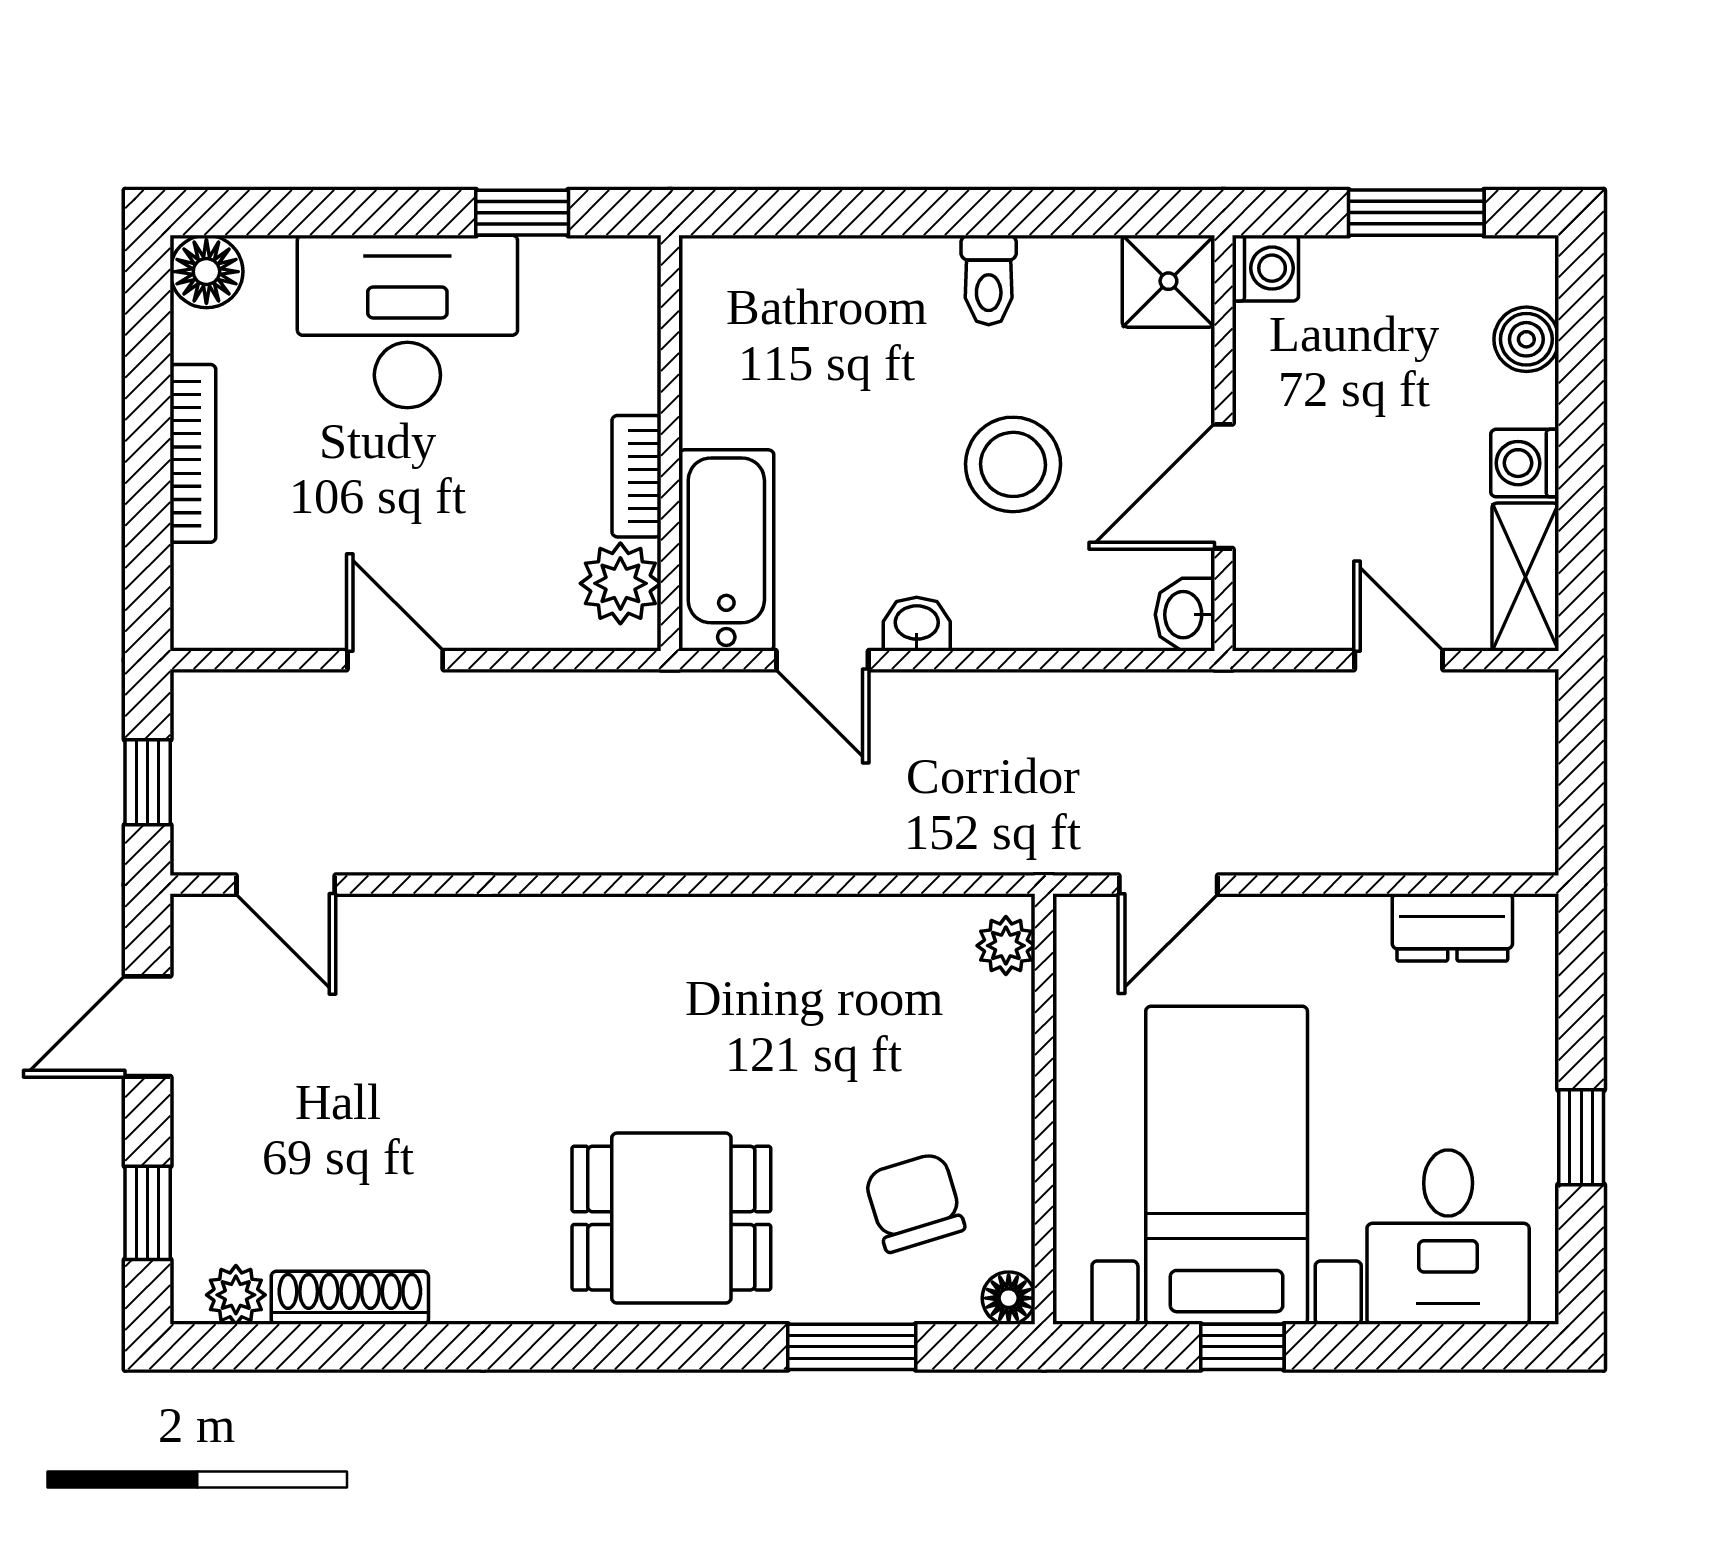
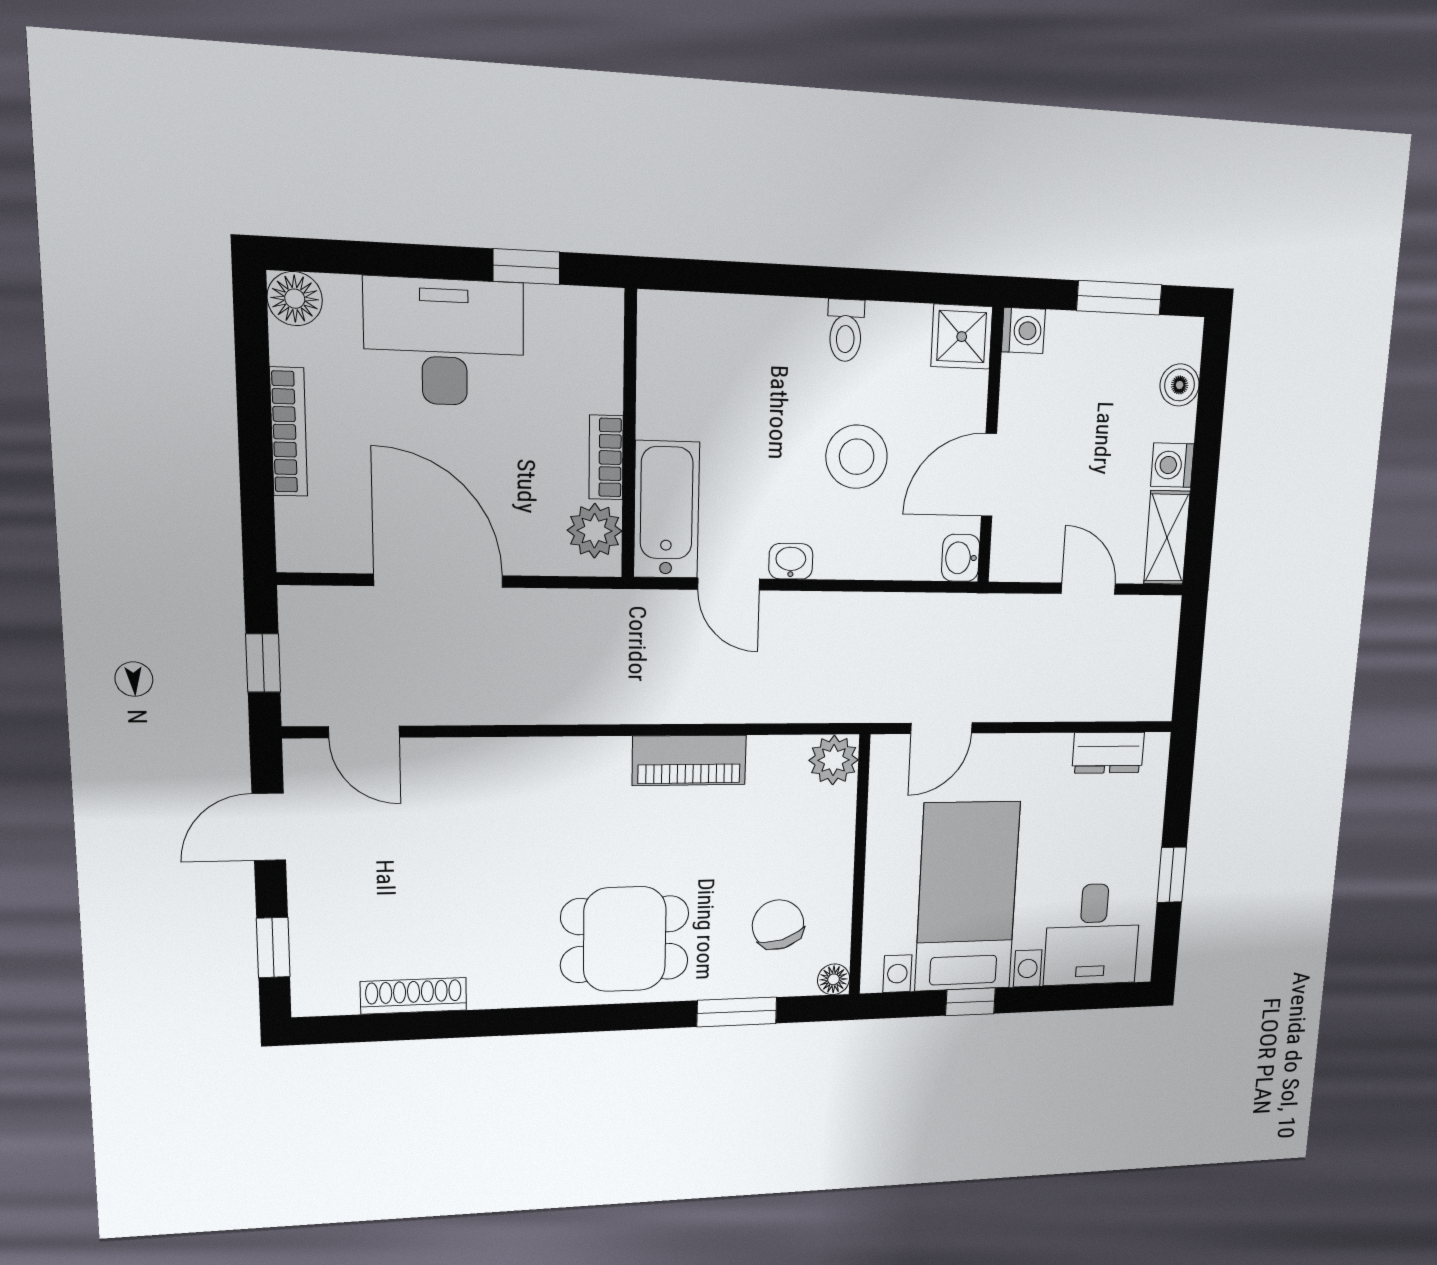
door: (395, 660) -> (439, 581), width x1.87
piano: (767, 933) -> (689, 760), added
plant: (1006, 946) -> (834, 760), width x1.38, depth x1.38
plant: (236, 1295) -> (336, 997), removed

